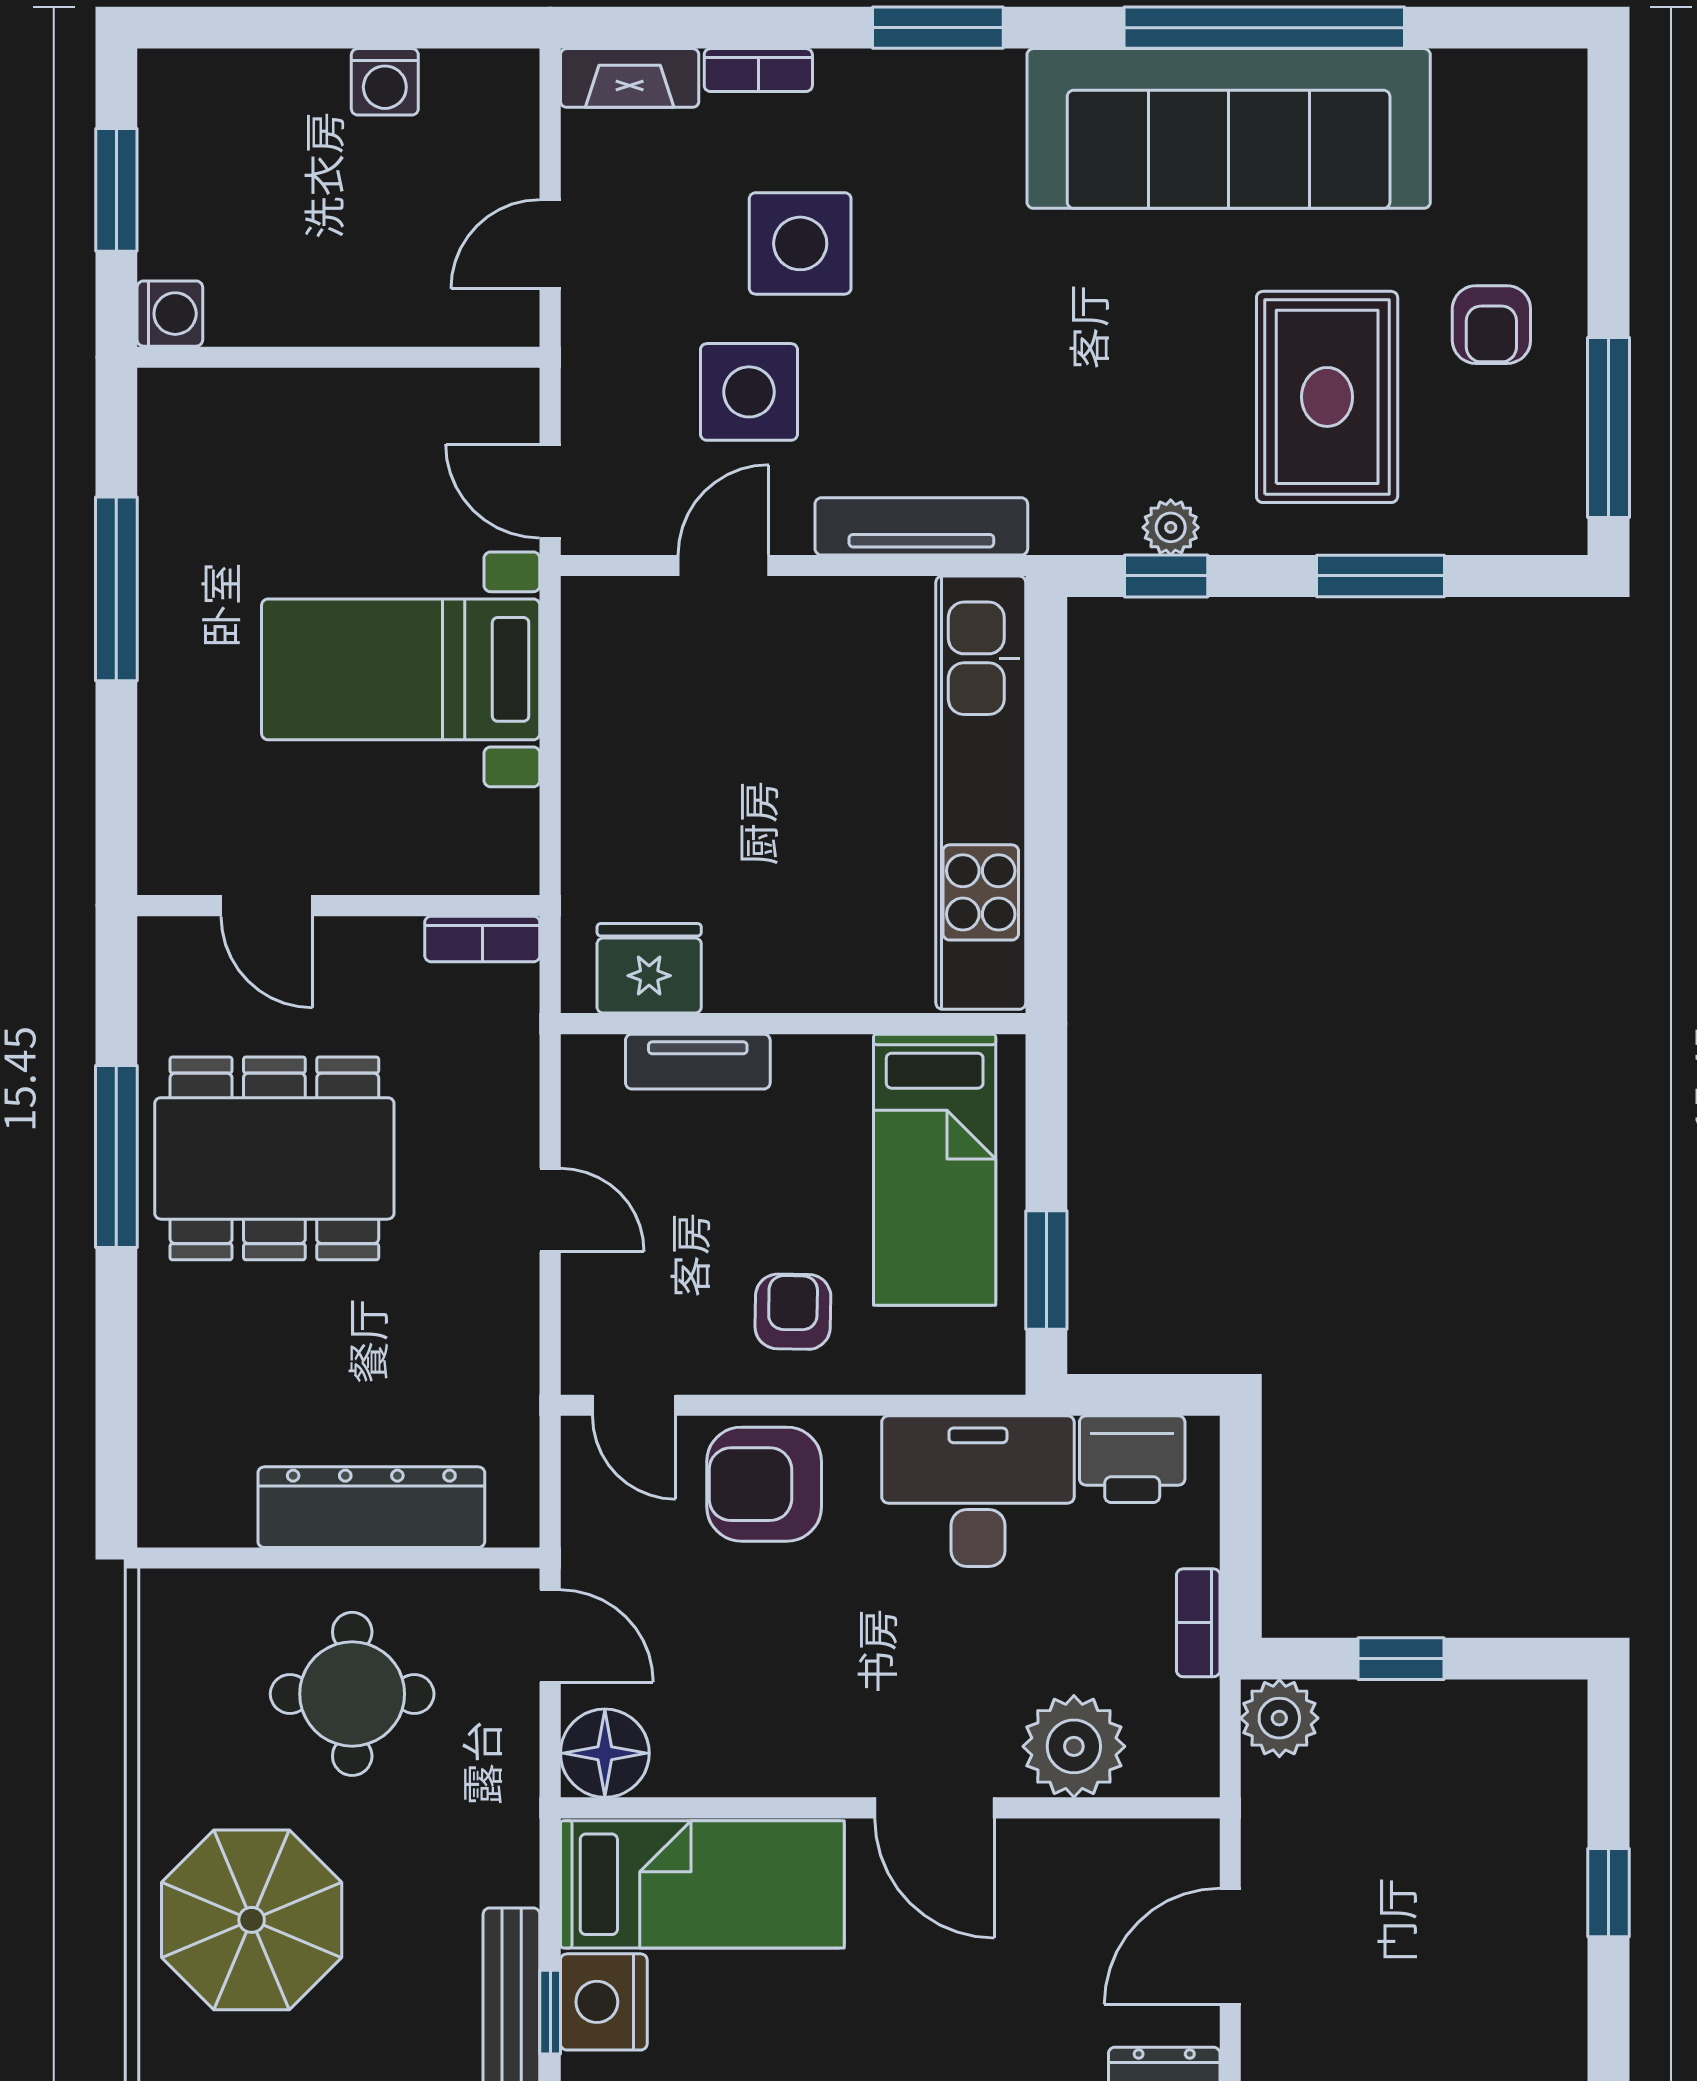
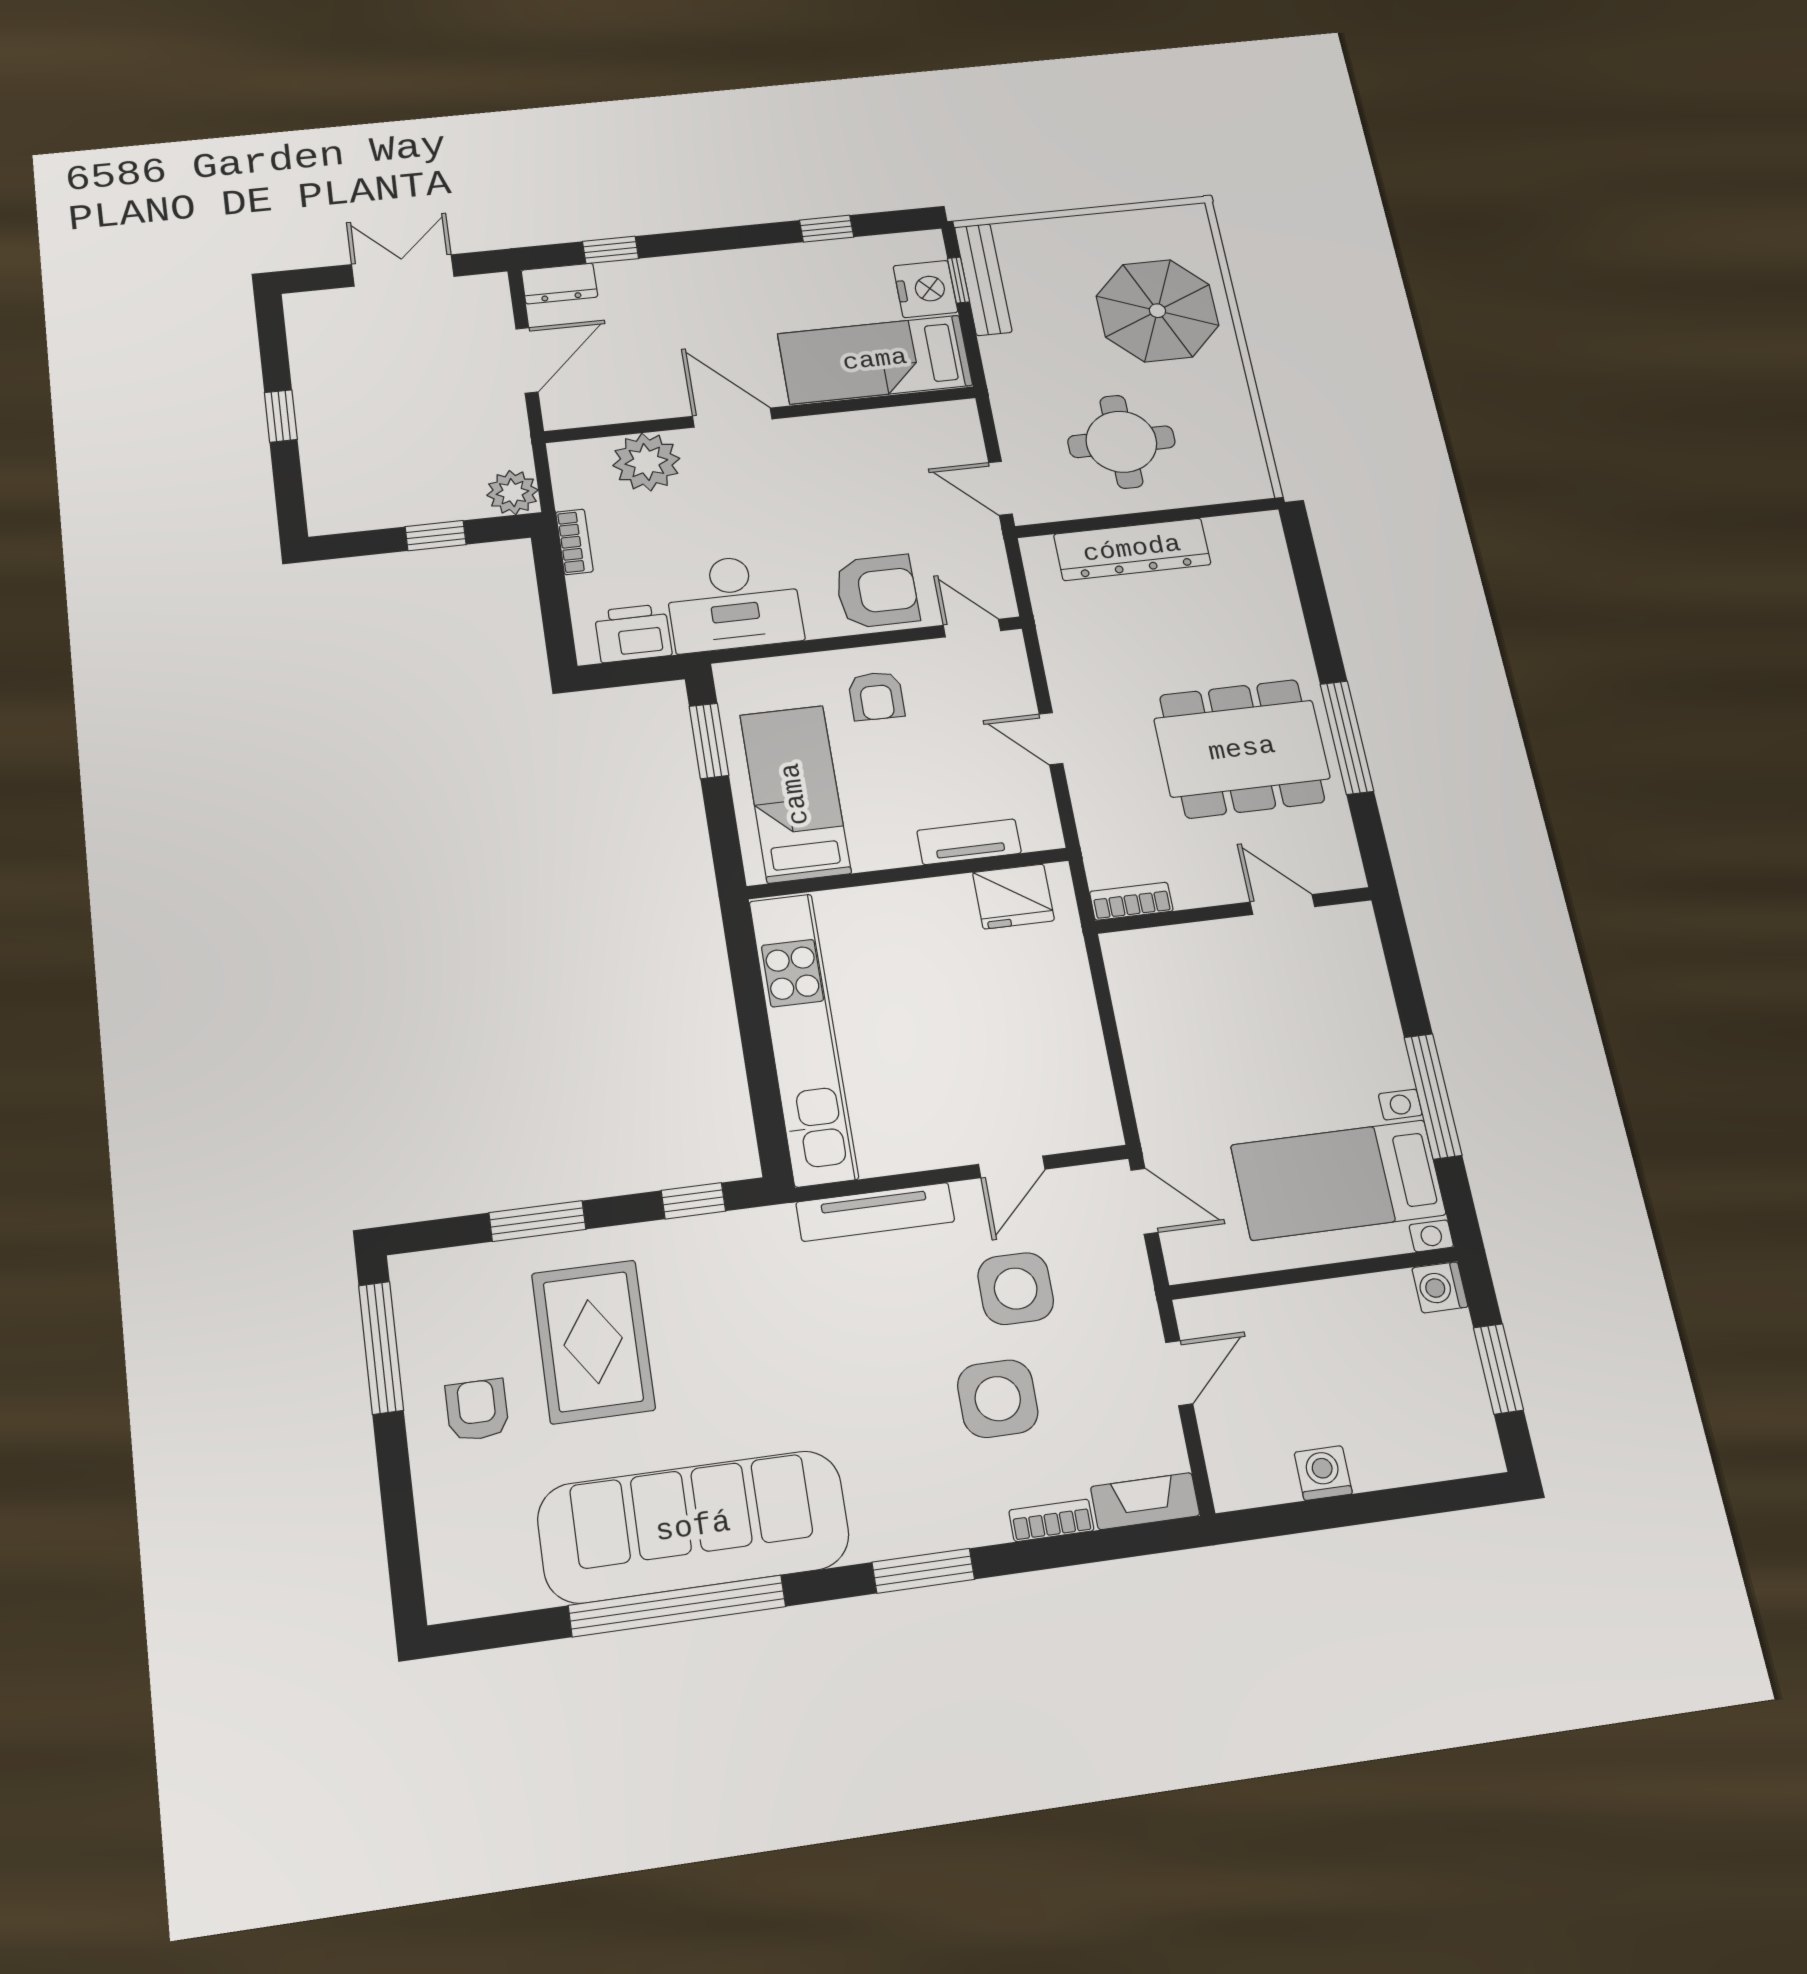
plant: (1171, 527) -> (695, 1235), removed
bed with nightstands: (401, 669) -> (1338, 1180), moved, turned 180
floor lamp: (605, 1753) -> (952, 426), removed

